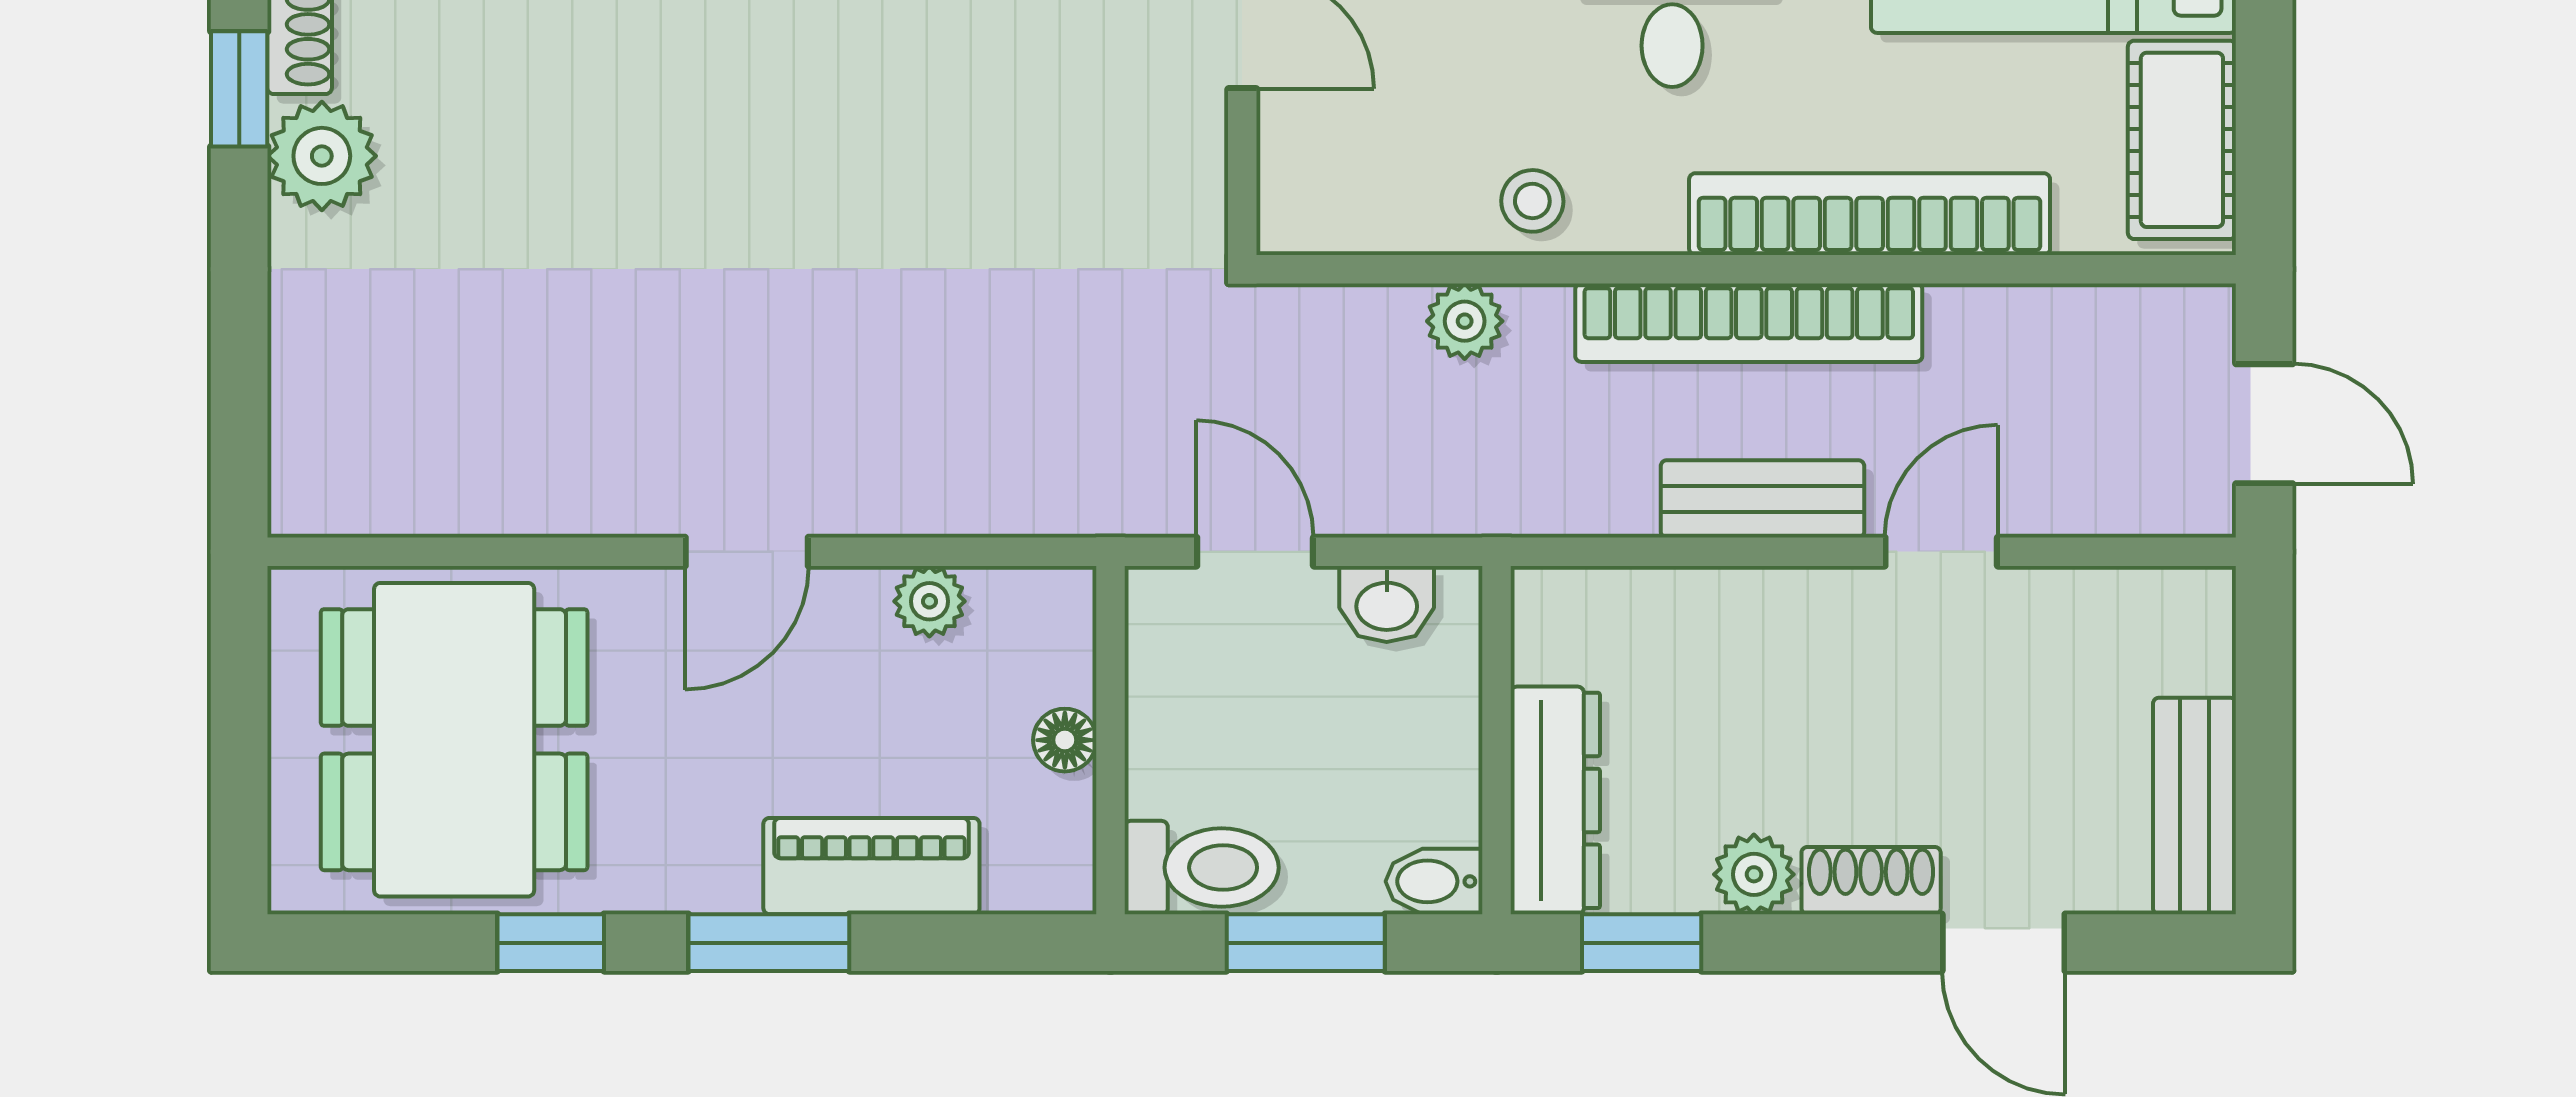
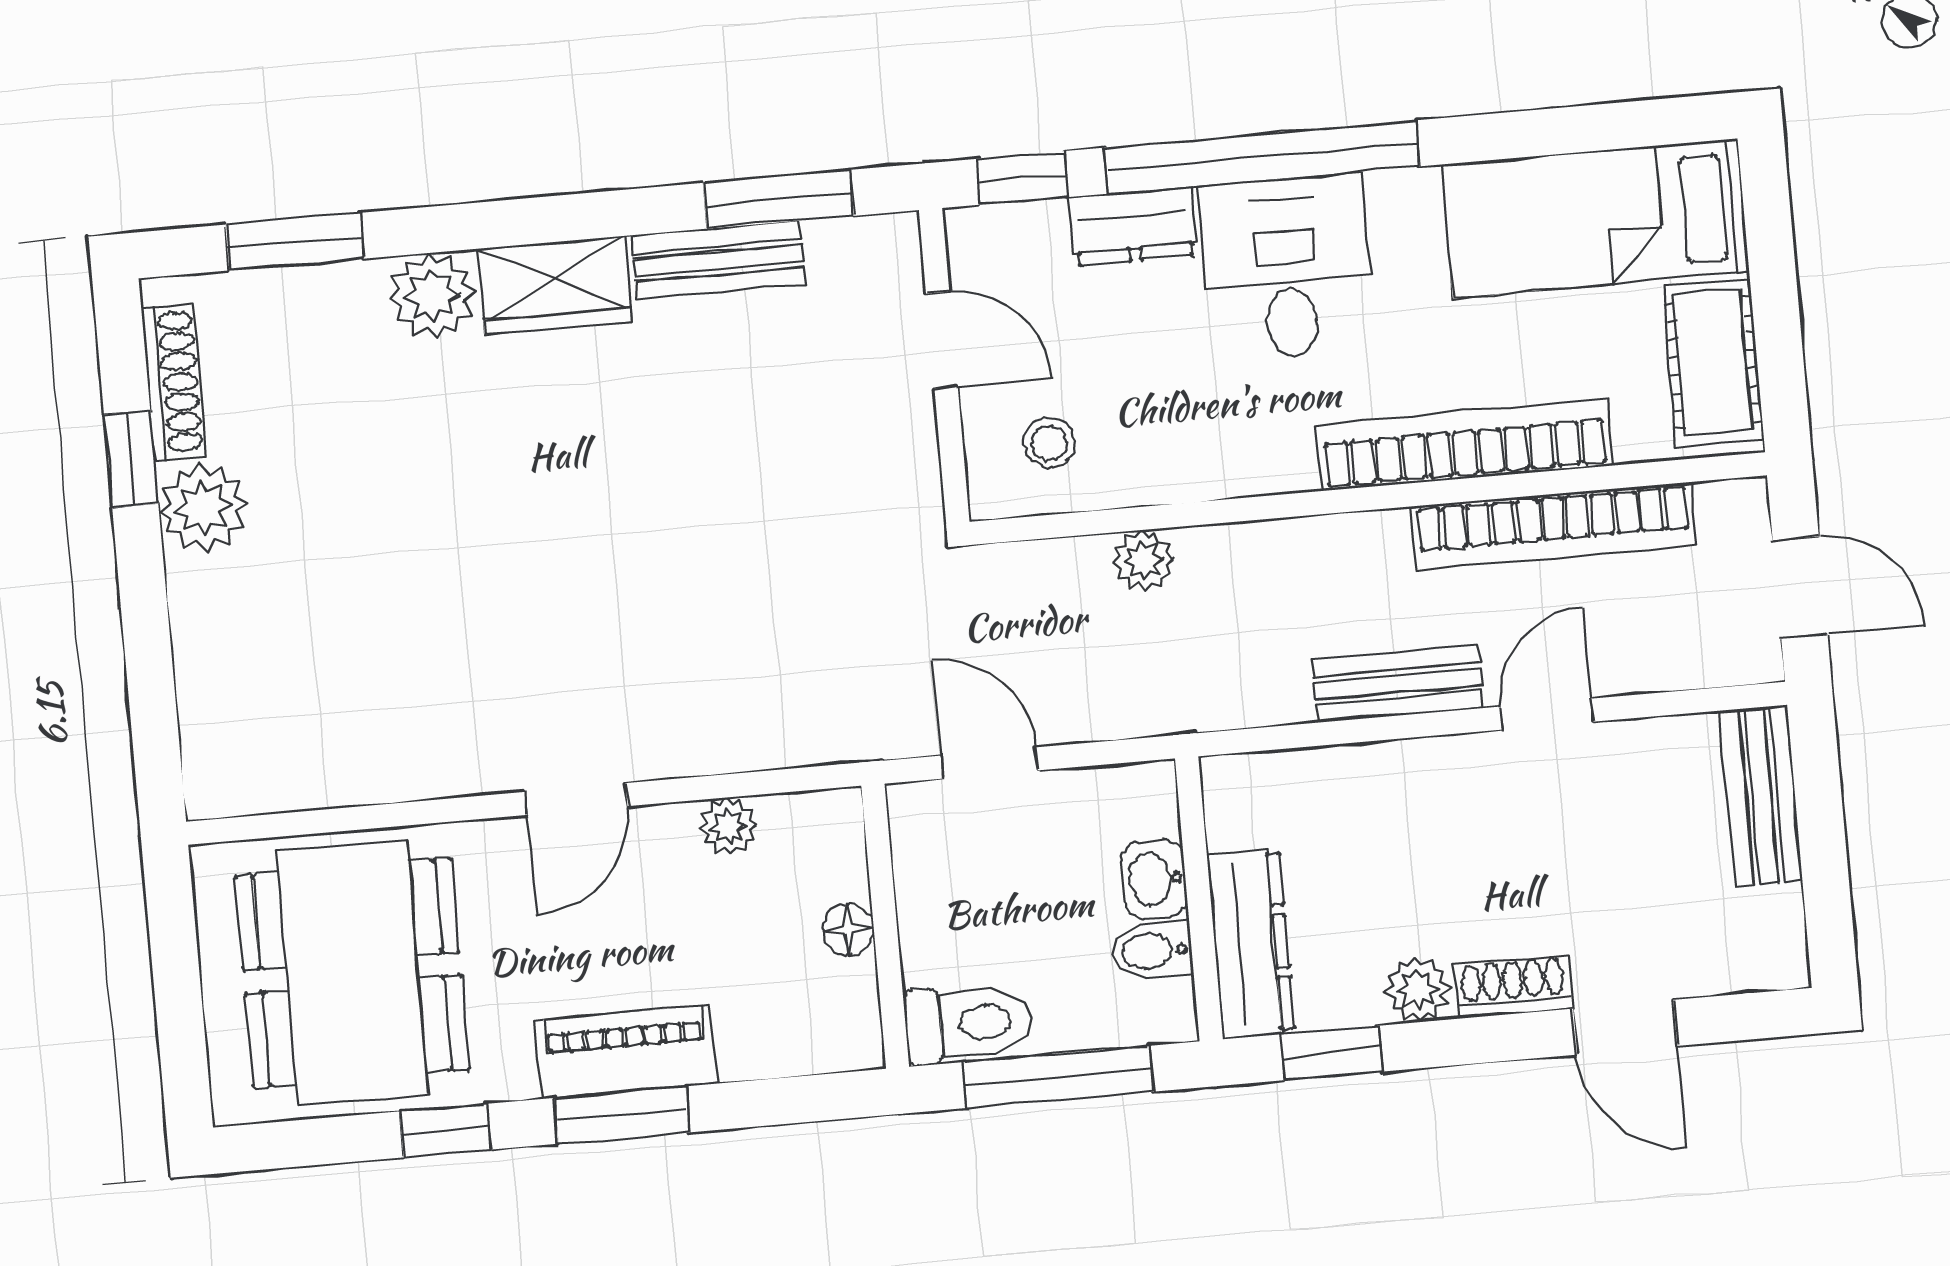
stool: (1532, 201) -> (1049, 443), moved
bookcase: (1749, 323) -> (1553, 526), moved
washbasin: (1387, 604) -> (1154, 879), moved, turned 90
bench: (2195, 806) -> (1761, 796), moved
piano: (871, 866) -> (626, 1052), moved
bidet: (1434, 881) -> (1152, 951), moved
window: (1306, 943) -> (1058, 1077), width x1.44

